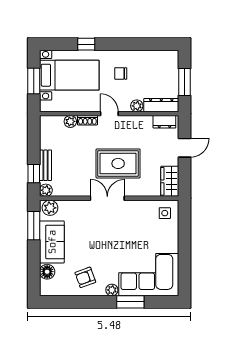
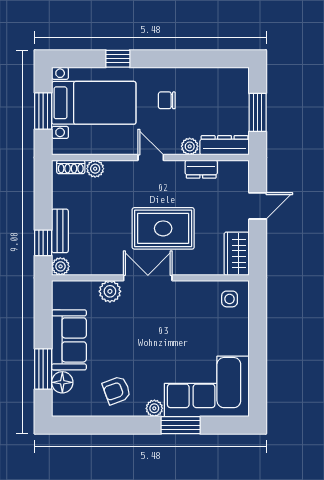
shoe rack: (87, 120) -> (71, 167), moved
dresser: (164, 122) -> (201, 169), moved
plant: (50, 208) -> (110, 291), moved
window: (34, 226) -> (43, 369), moved

